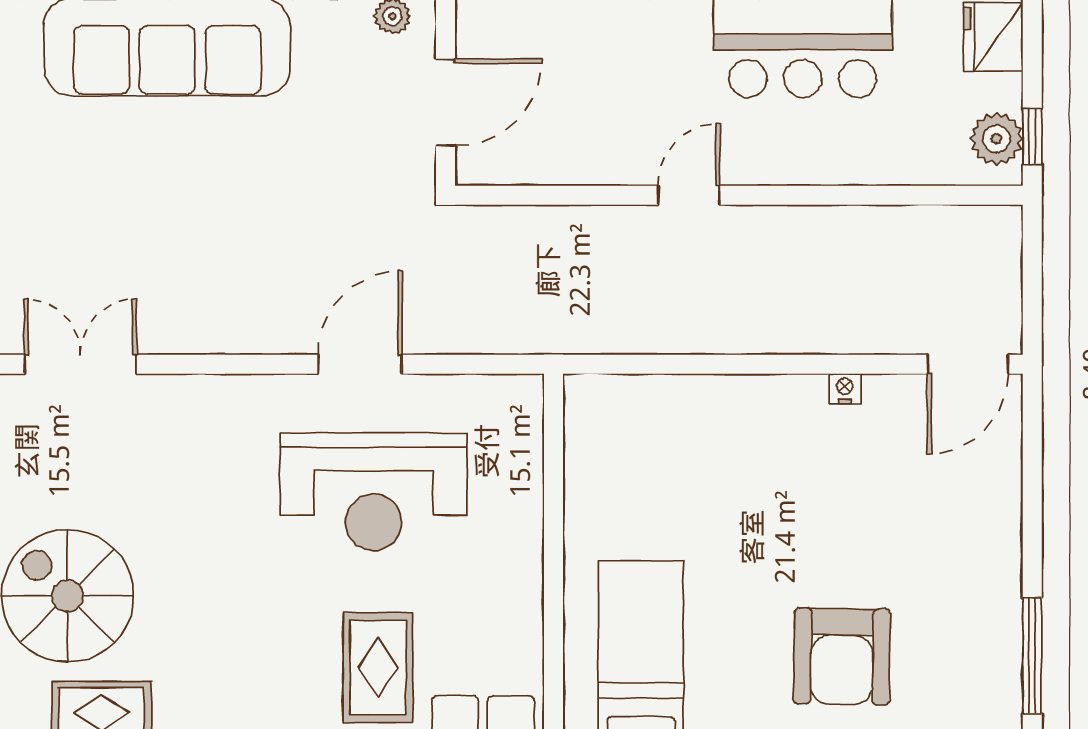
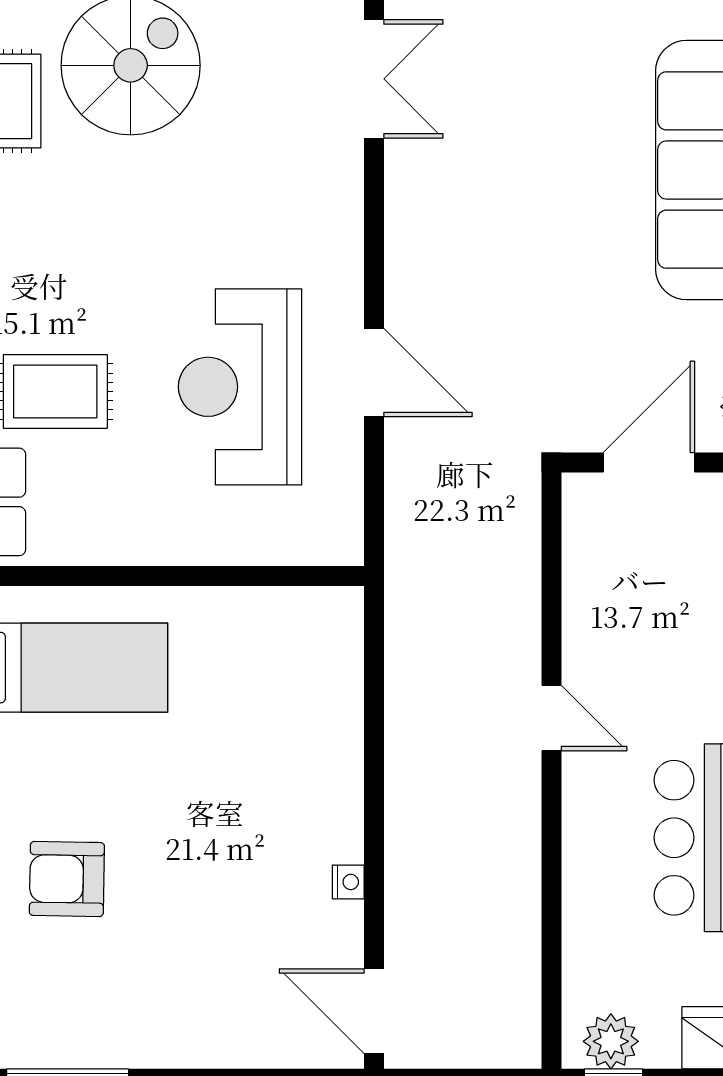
door: (446, 103) -> (649, 463), swing flipped
armchair: (842, 657) -> (67, 879), width x0.73, depth x0.73

